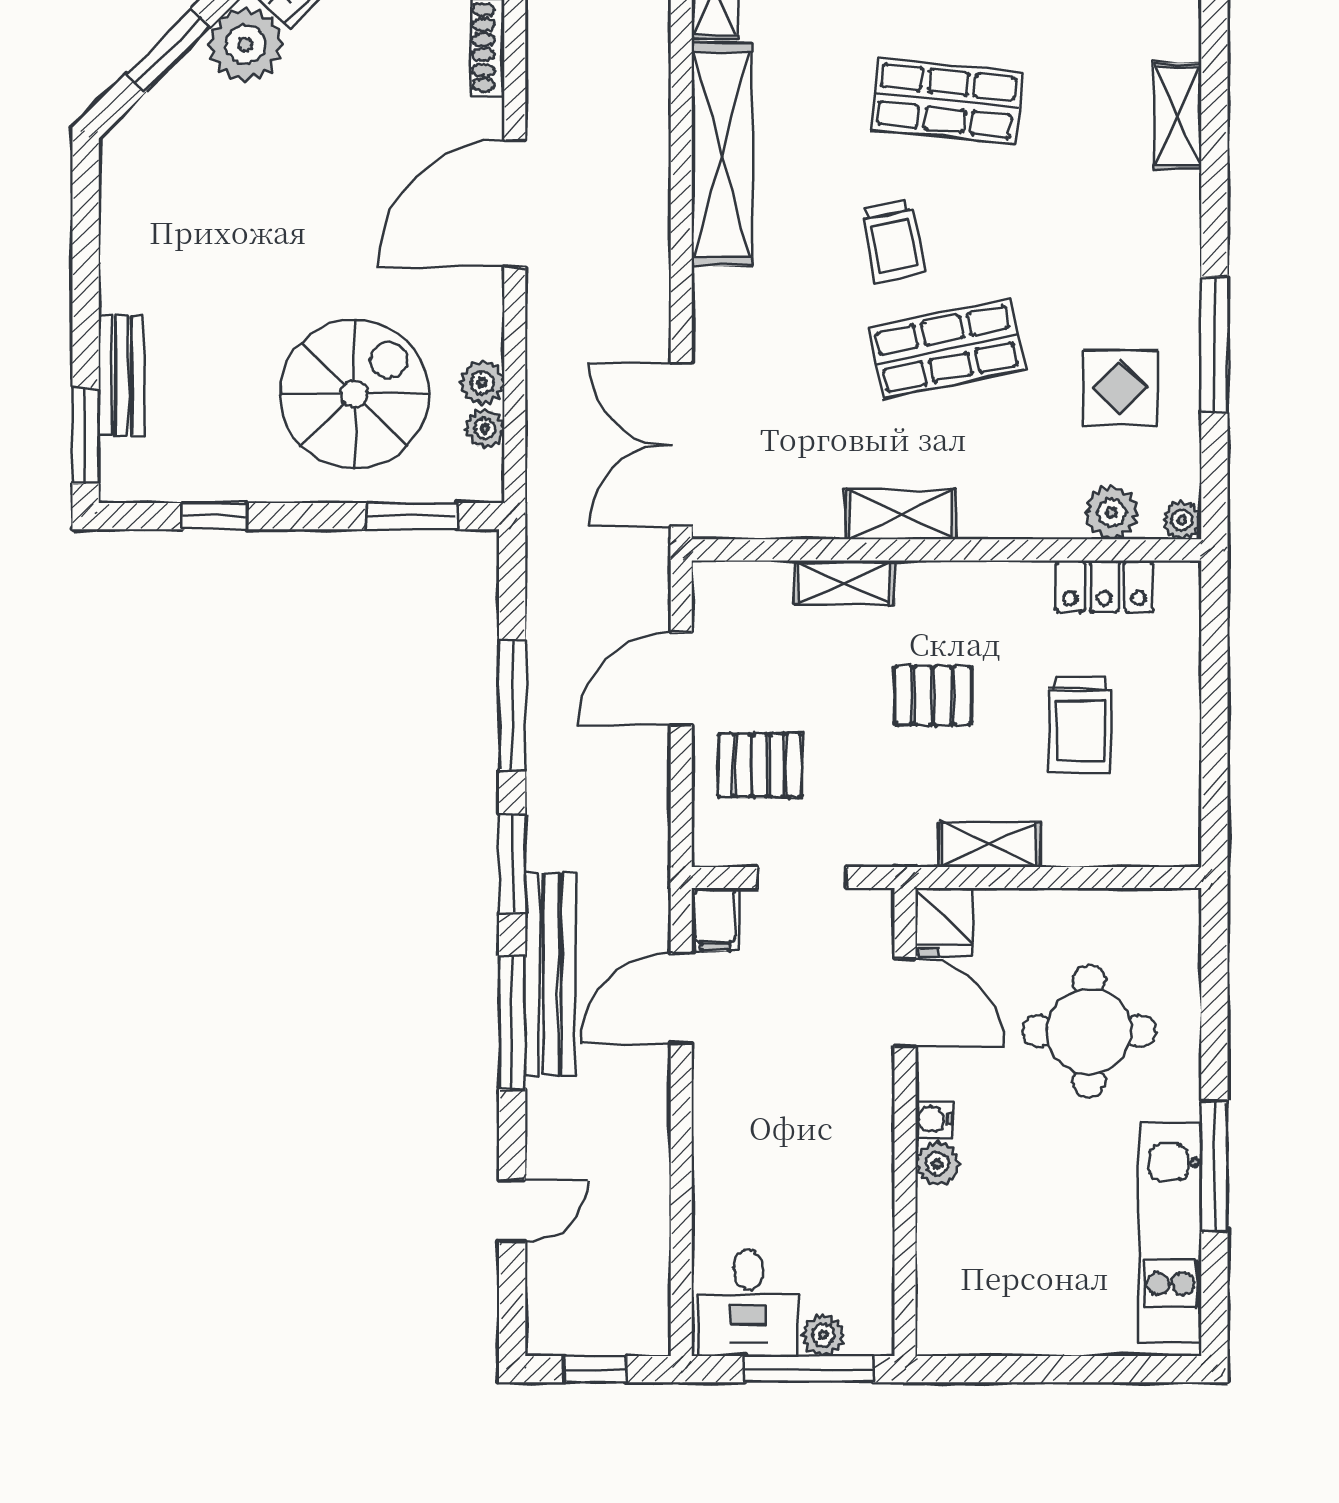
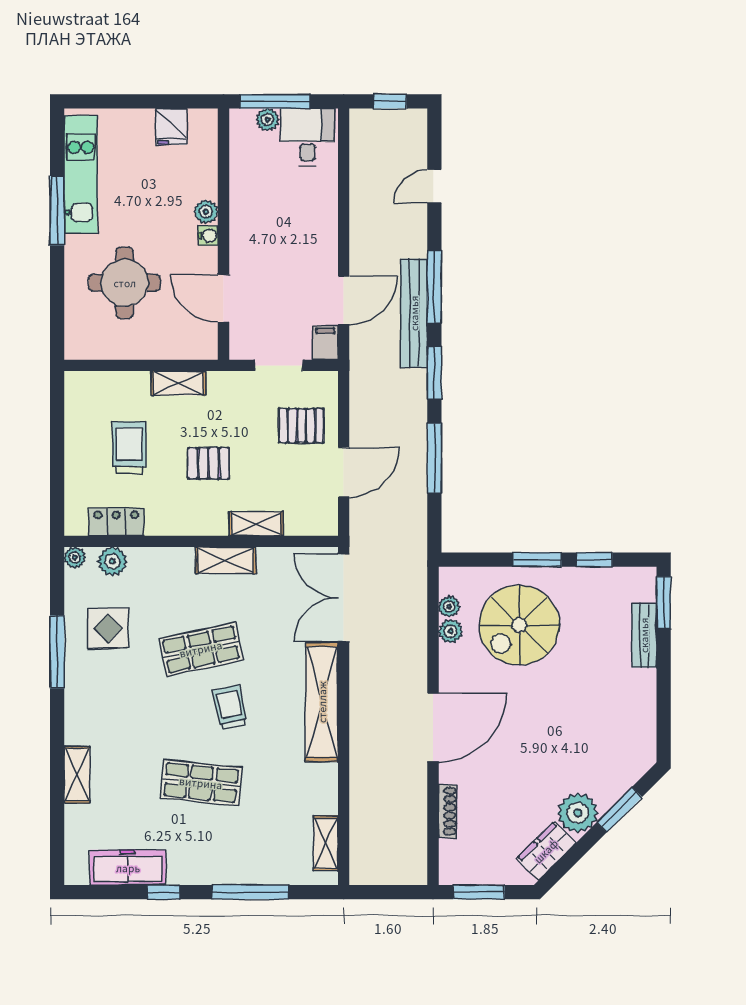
shelving: (722, 154) -> (322, 702), moved
double door: (681, 445) -> (344, 598), swing flipped
window: (412, 516) -> (537, 560), moved
fridge: (944, 922) -> (171, 127), moved, turned 180

